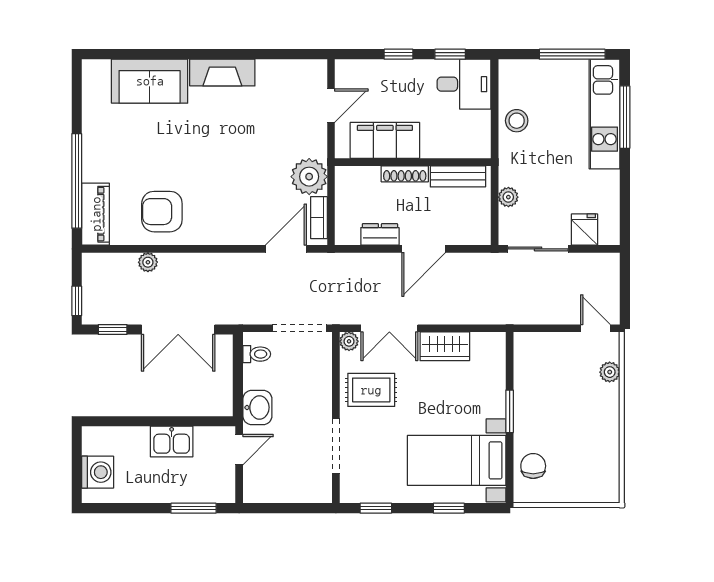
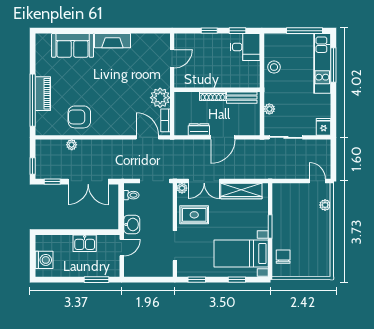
filing cabinet: (385, 140) -> (202, 78), removed
piano: (96, 214) -> (43, 94), moved
fridge: (584, 230) -> (324, 127), moved
door: (286, 249) -> (147, 137), hinge flipped
wardrobe: (445, 346) -> (241, 191), width x1.50

